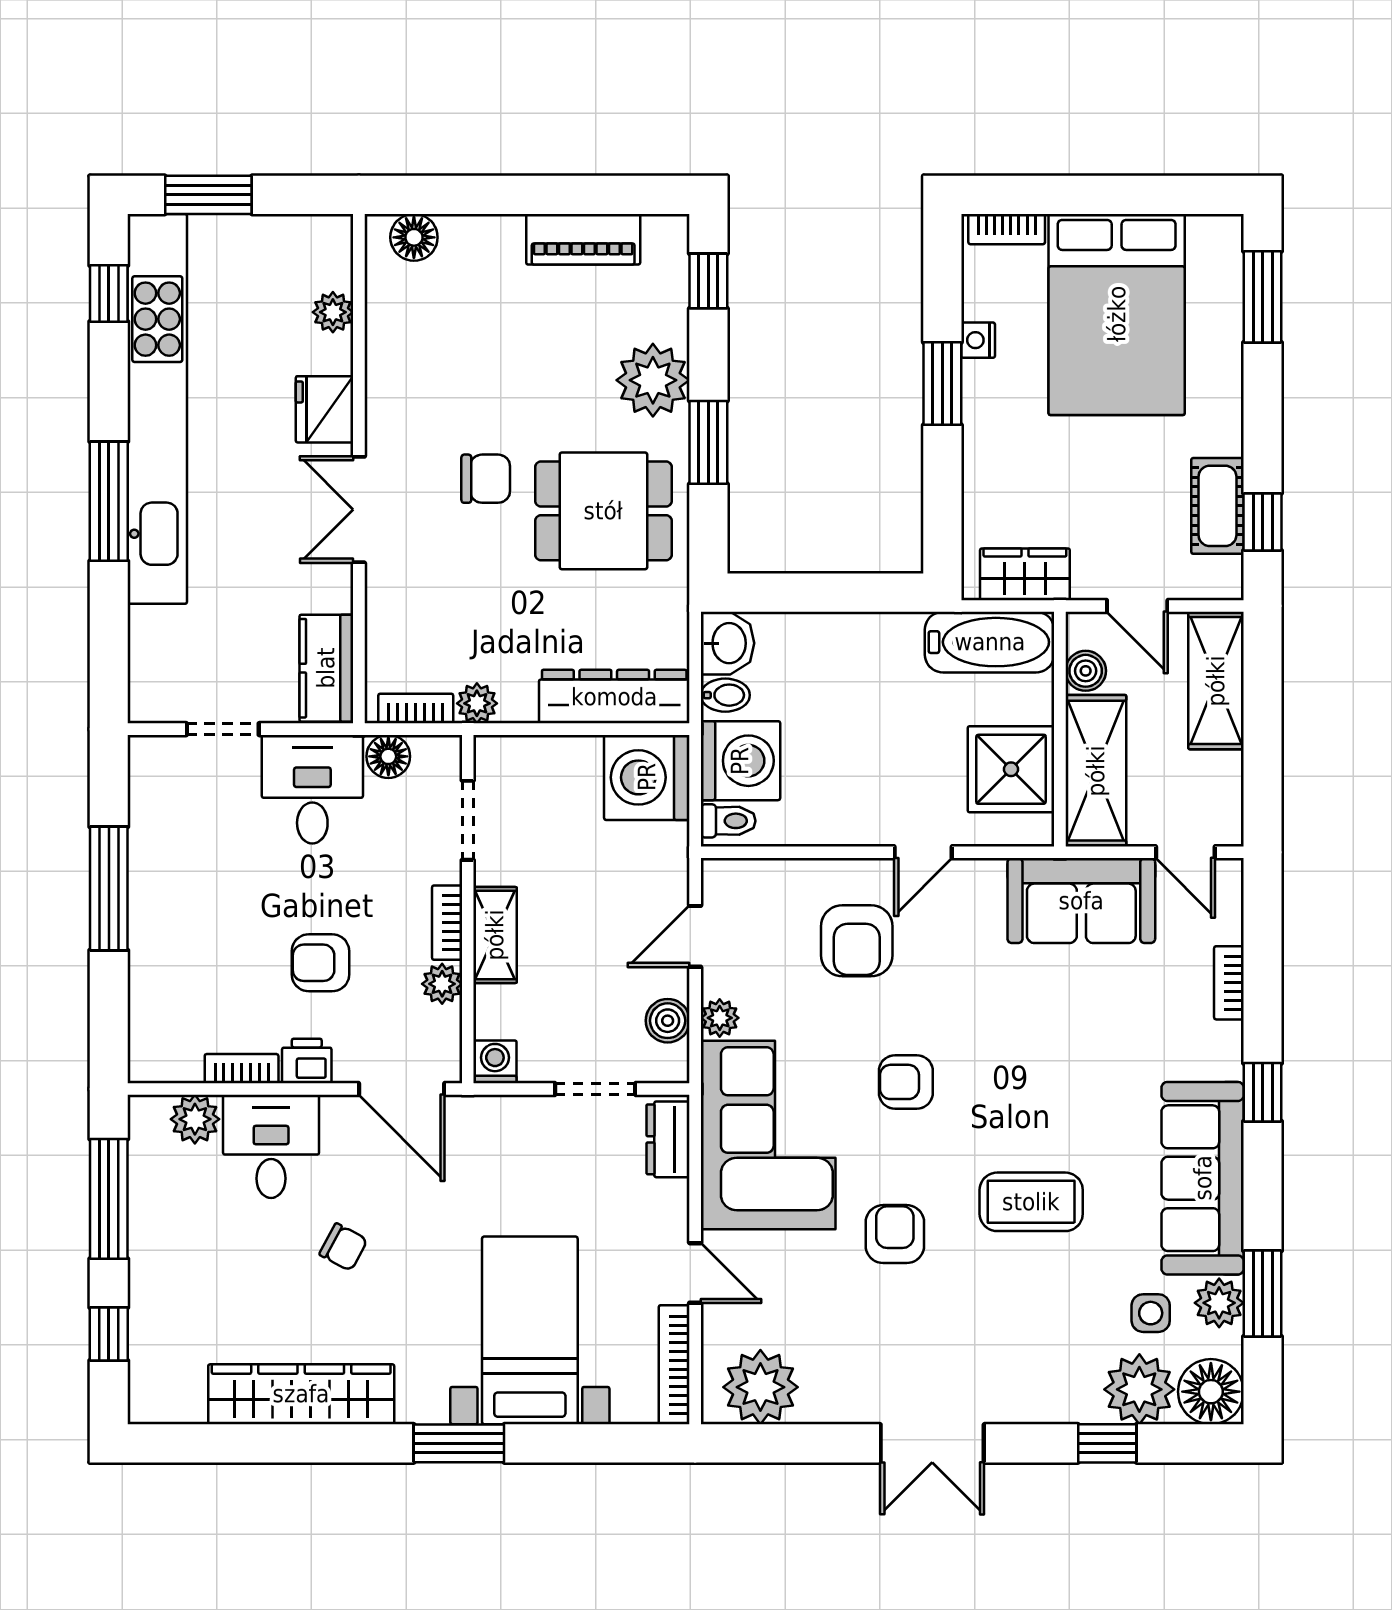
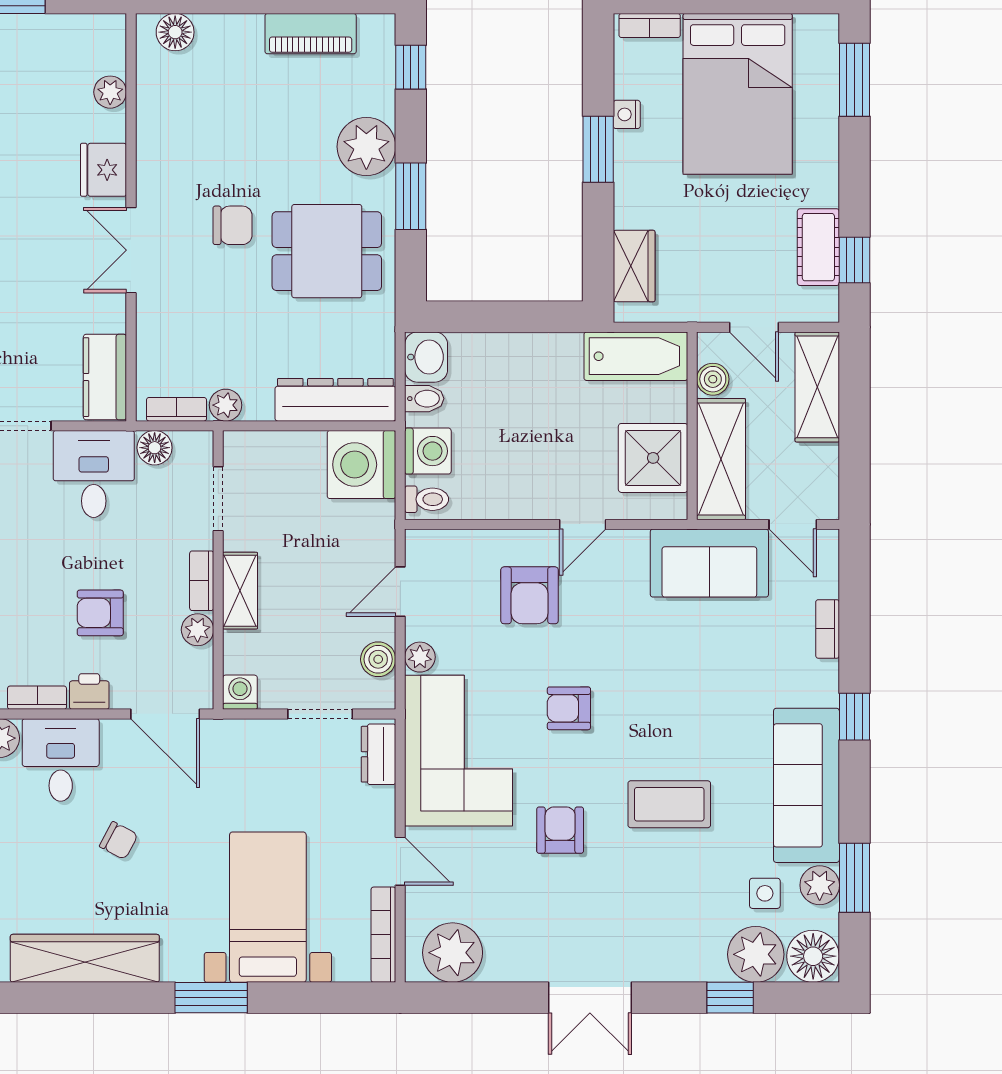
wardrobe: (1025, 574) -> (634, 266), moved, turned 90
washing machine: (740, 761) -> (428, 451), width x0.73, depth x0.73

